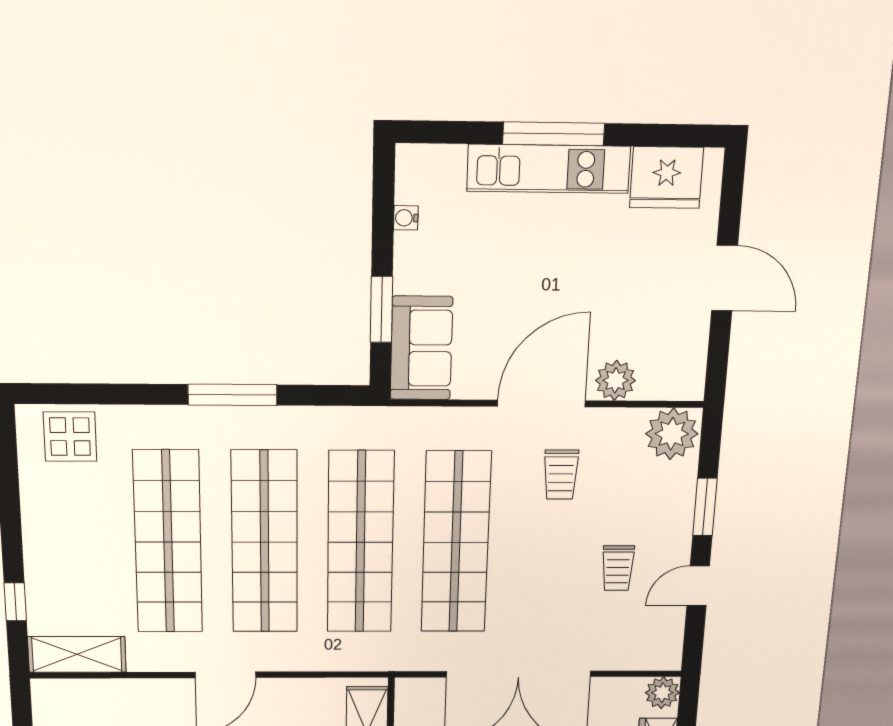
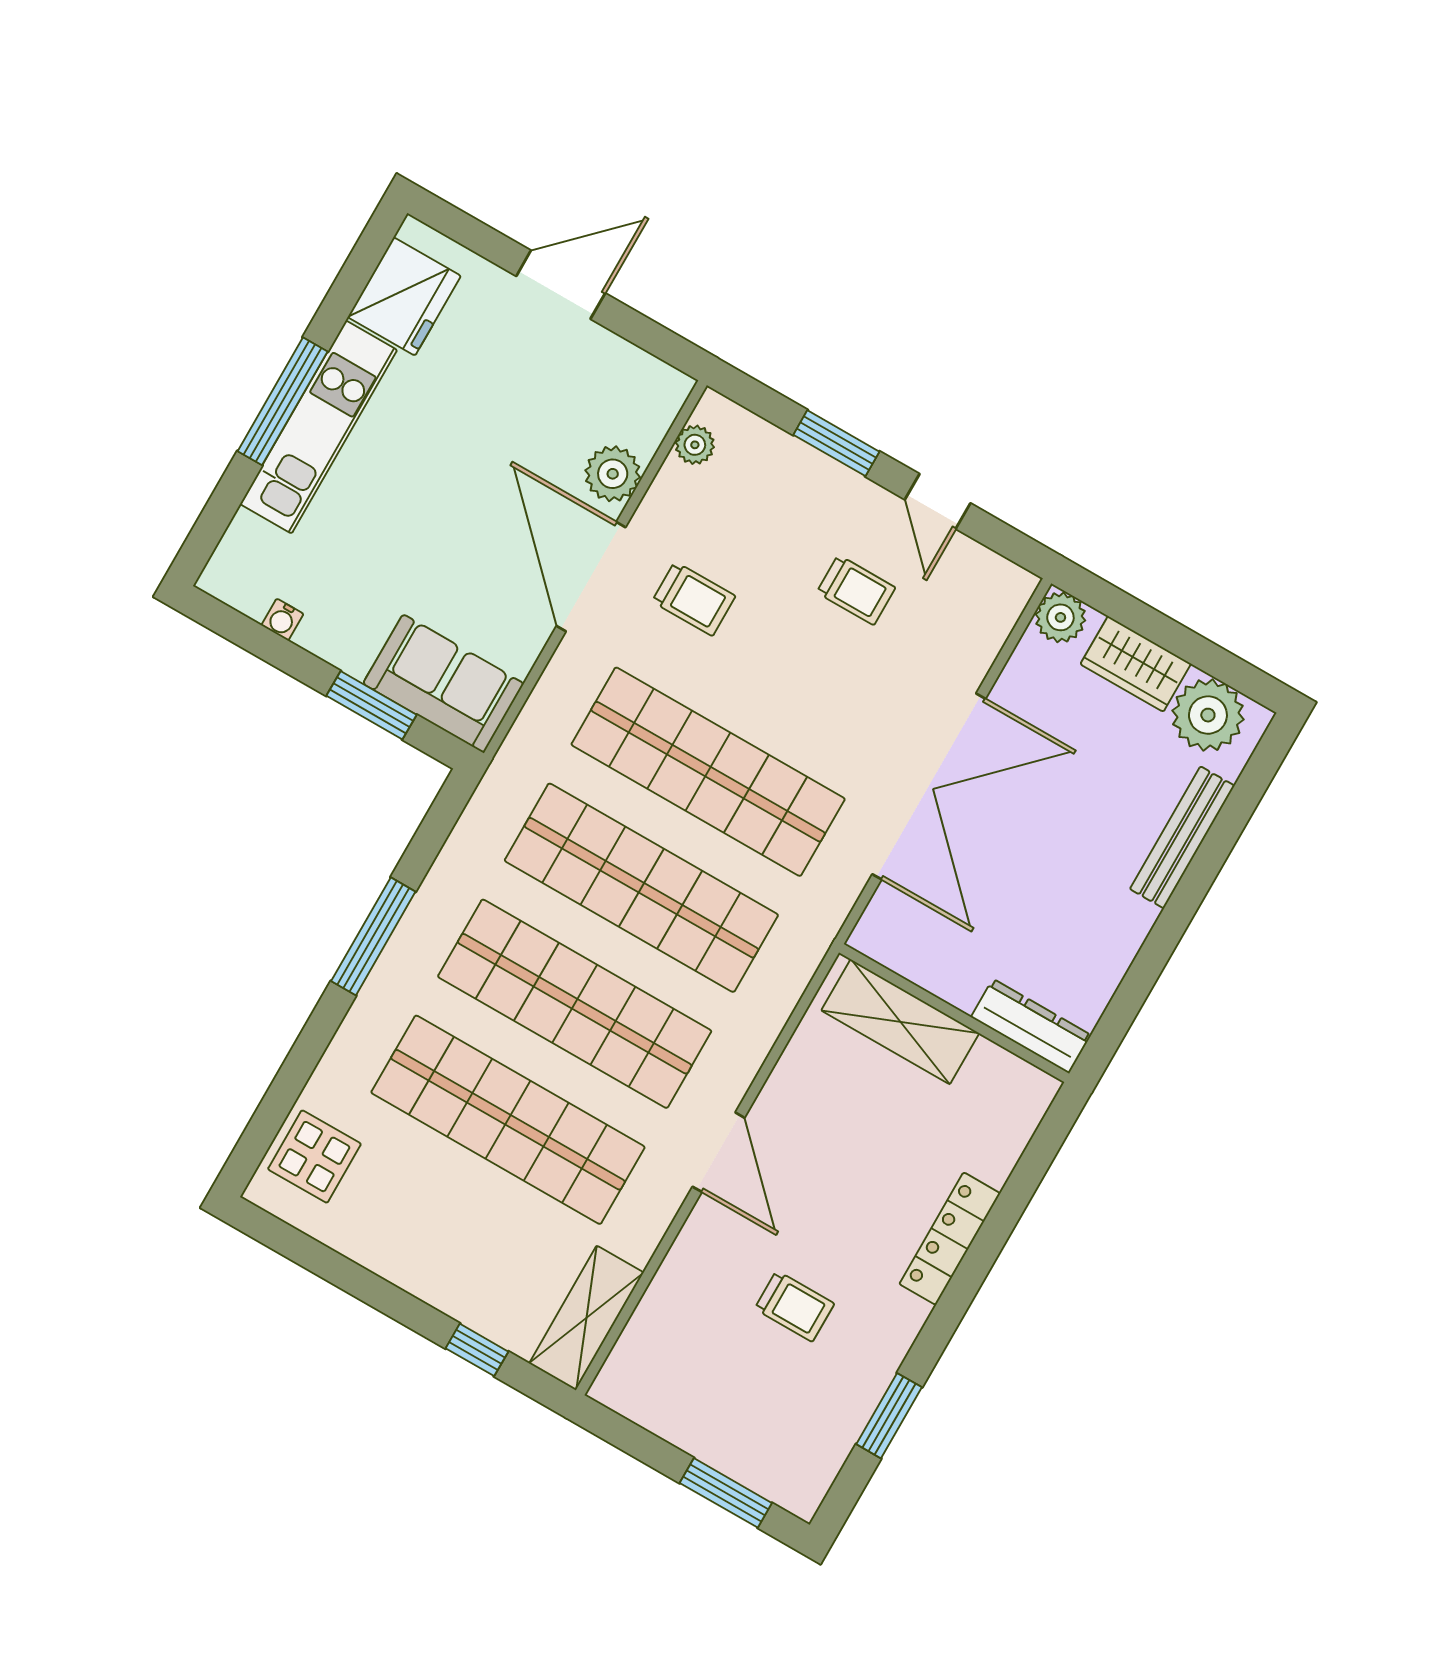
plant: (672, 434) -> (695, 445), width x0.53, depth x0.53

